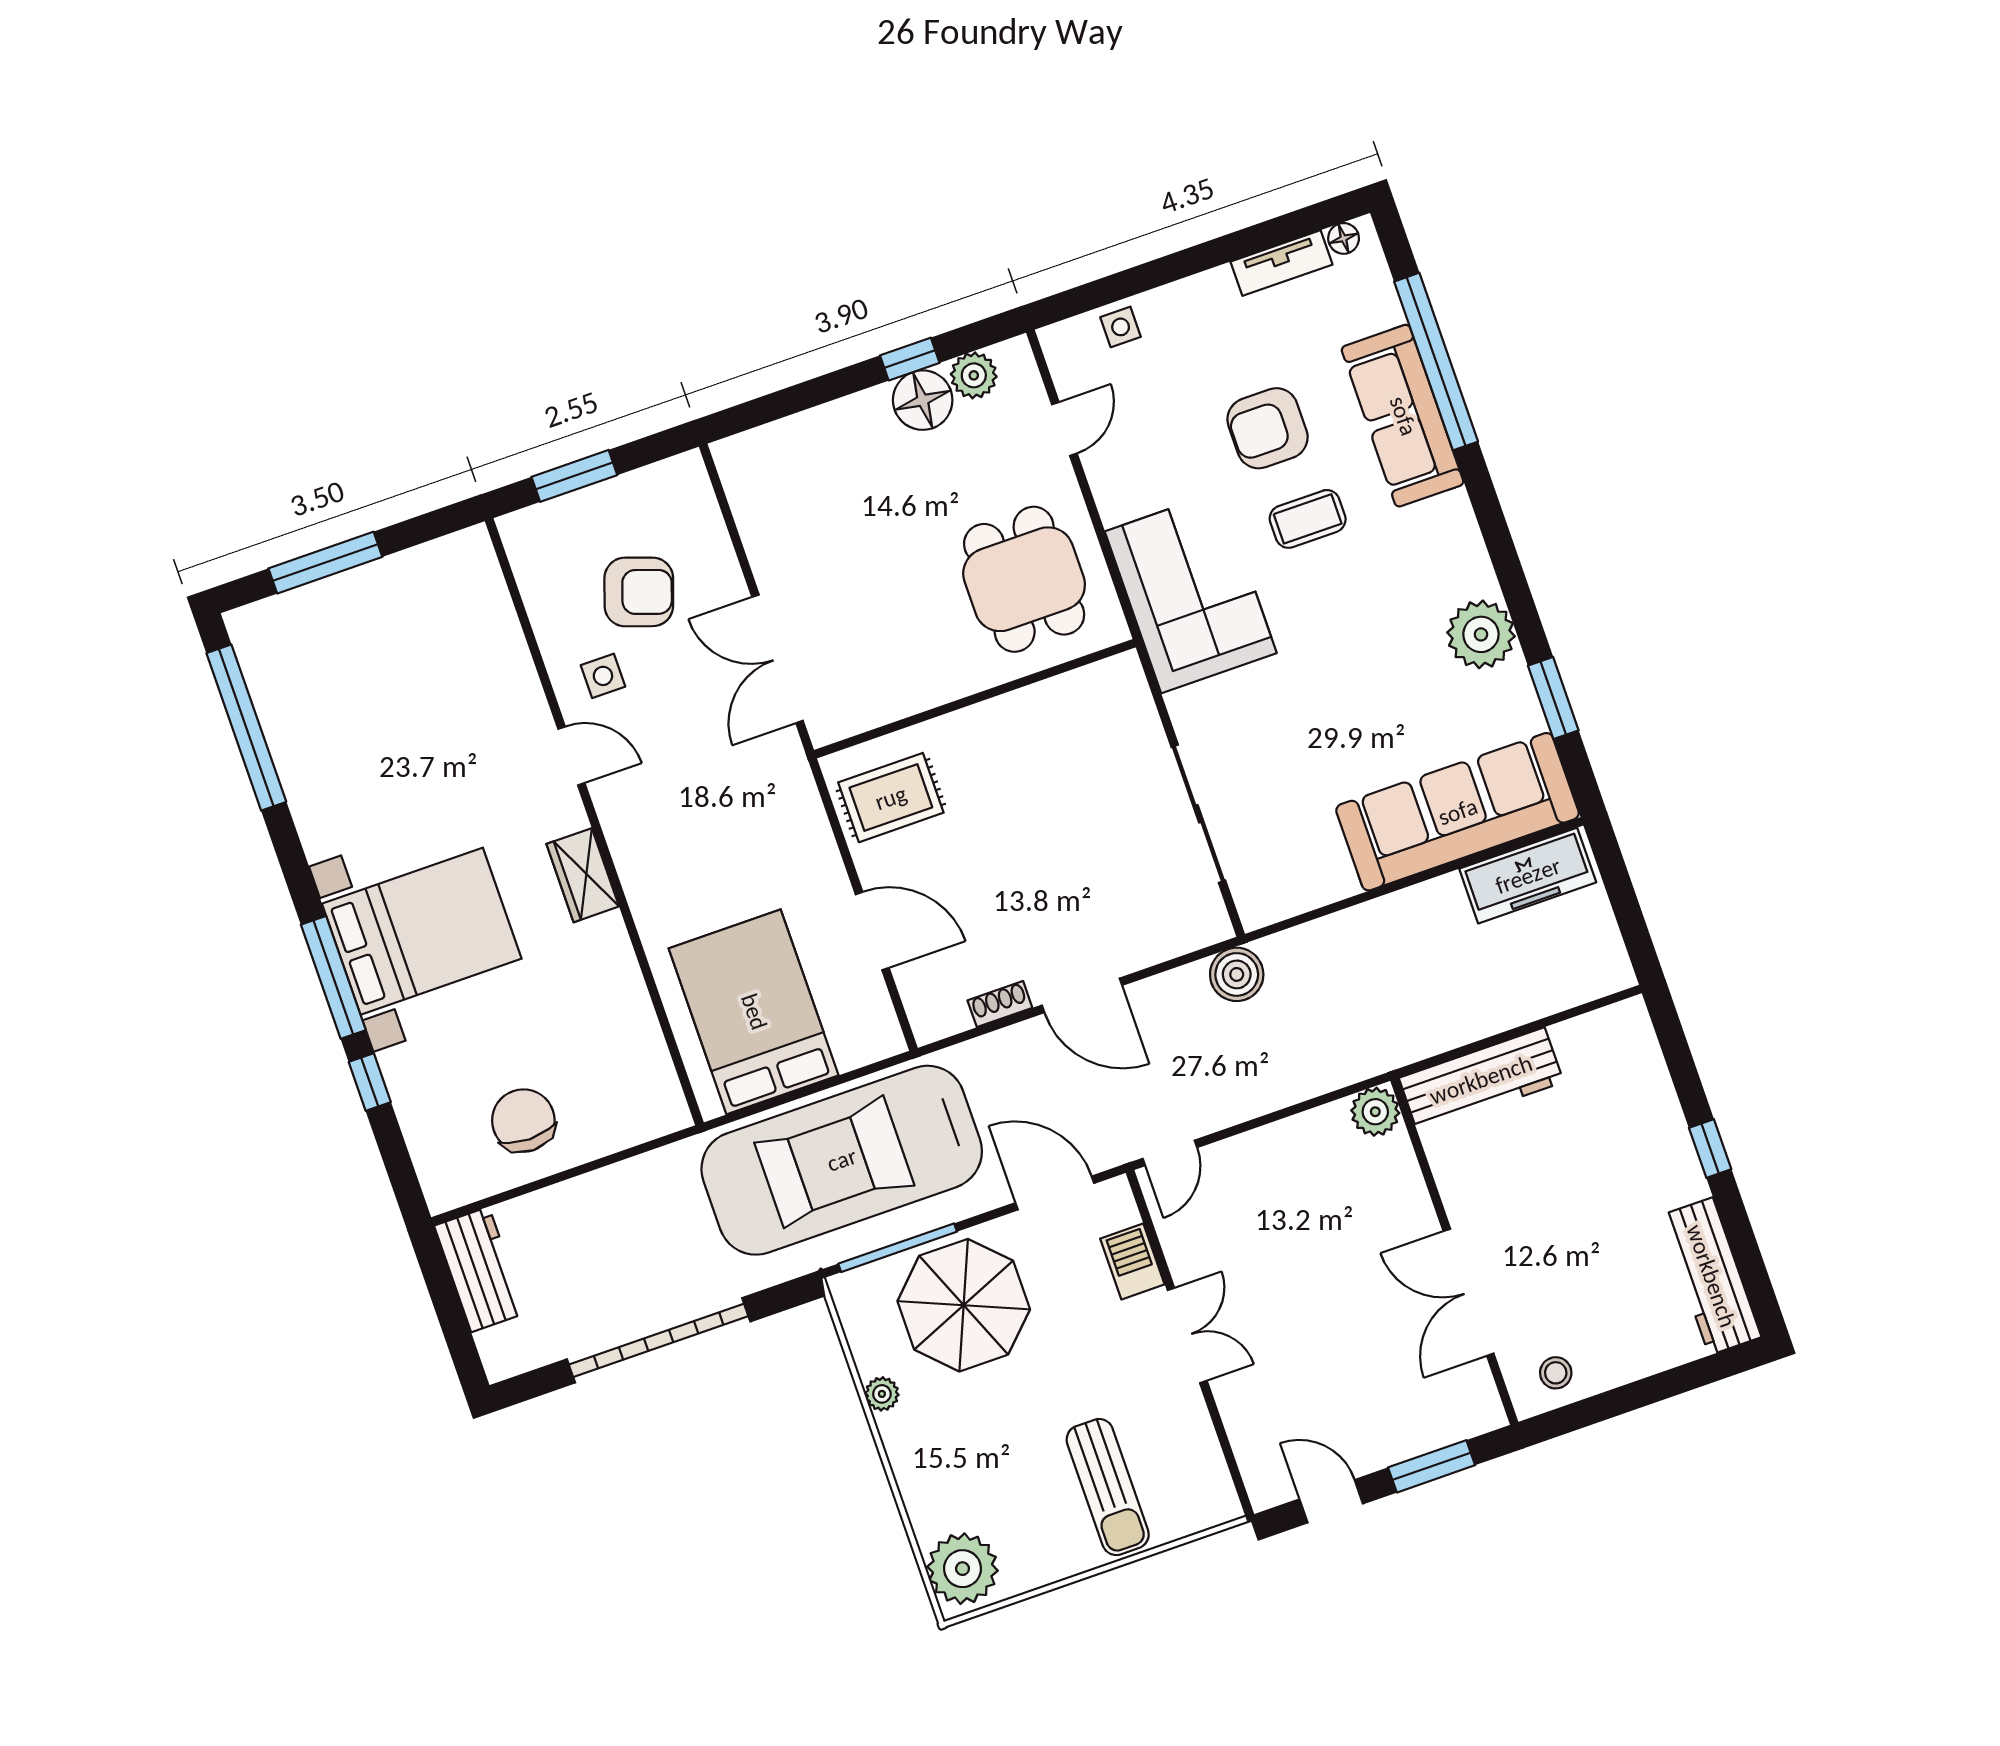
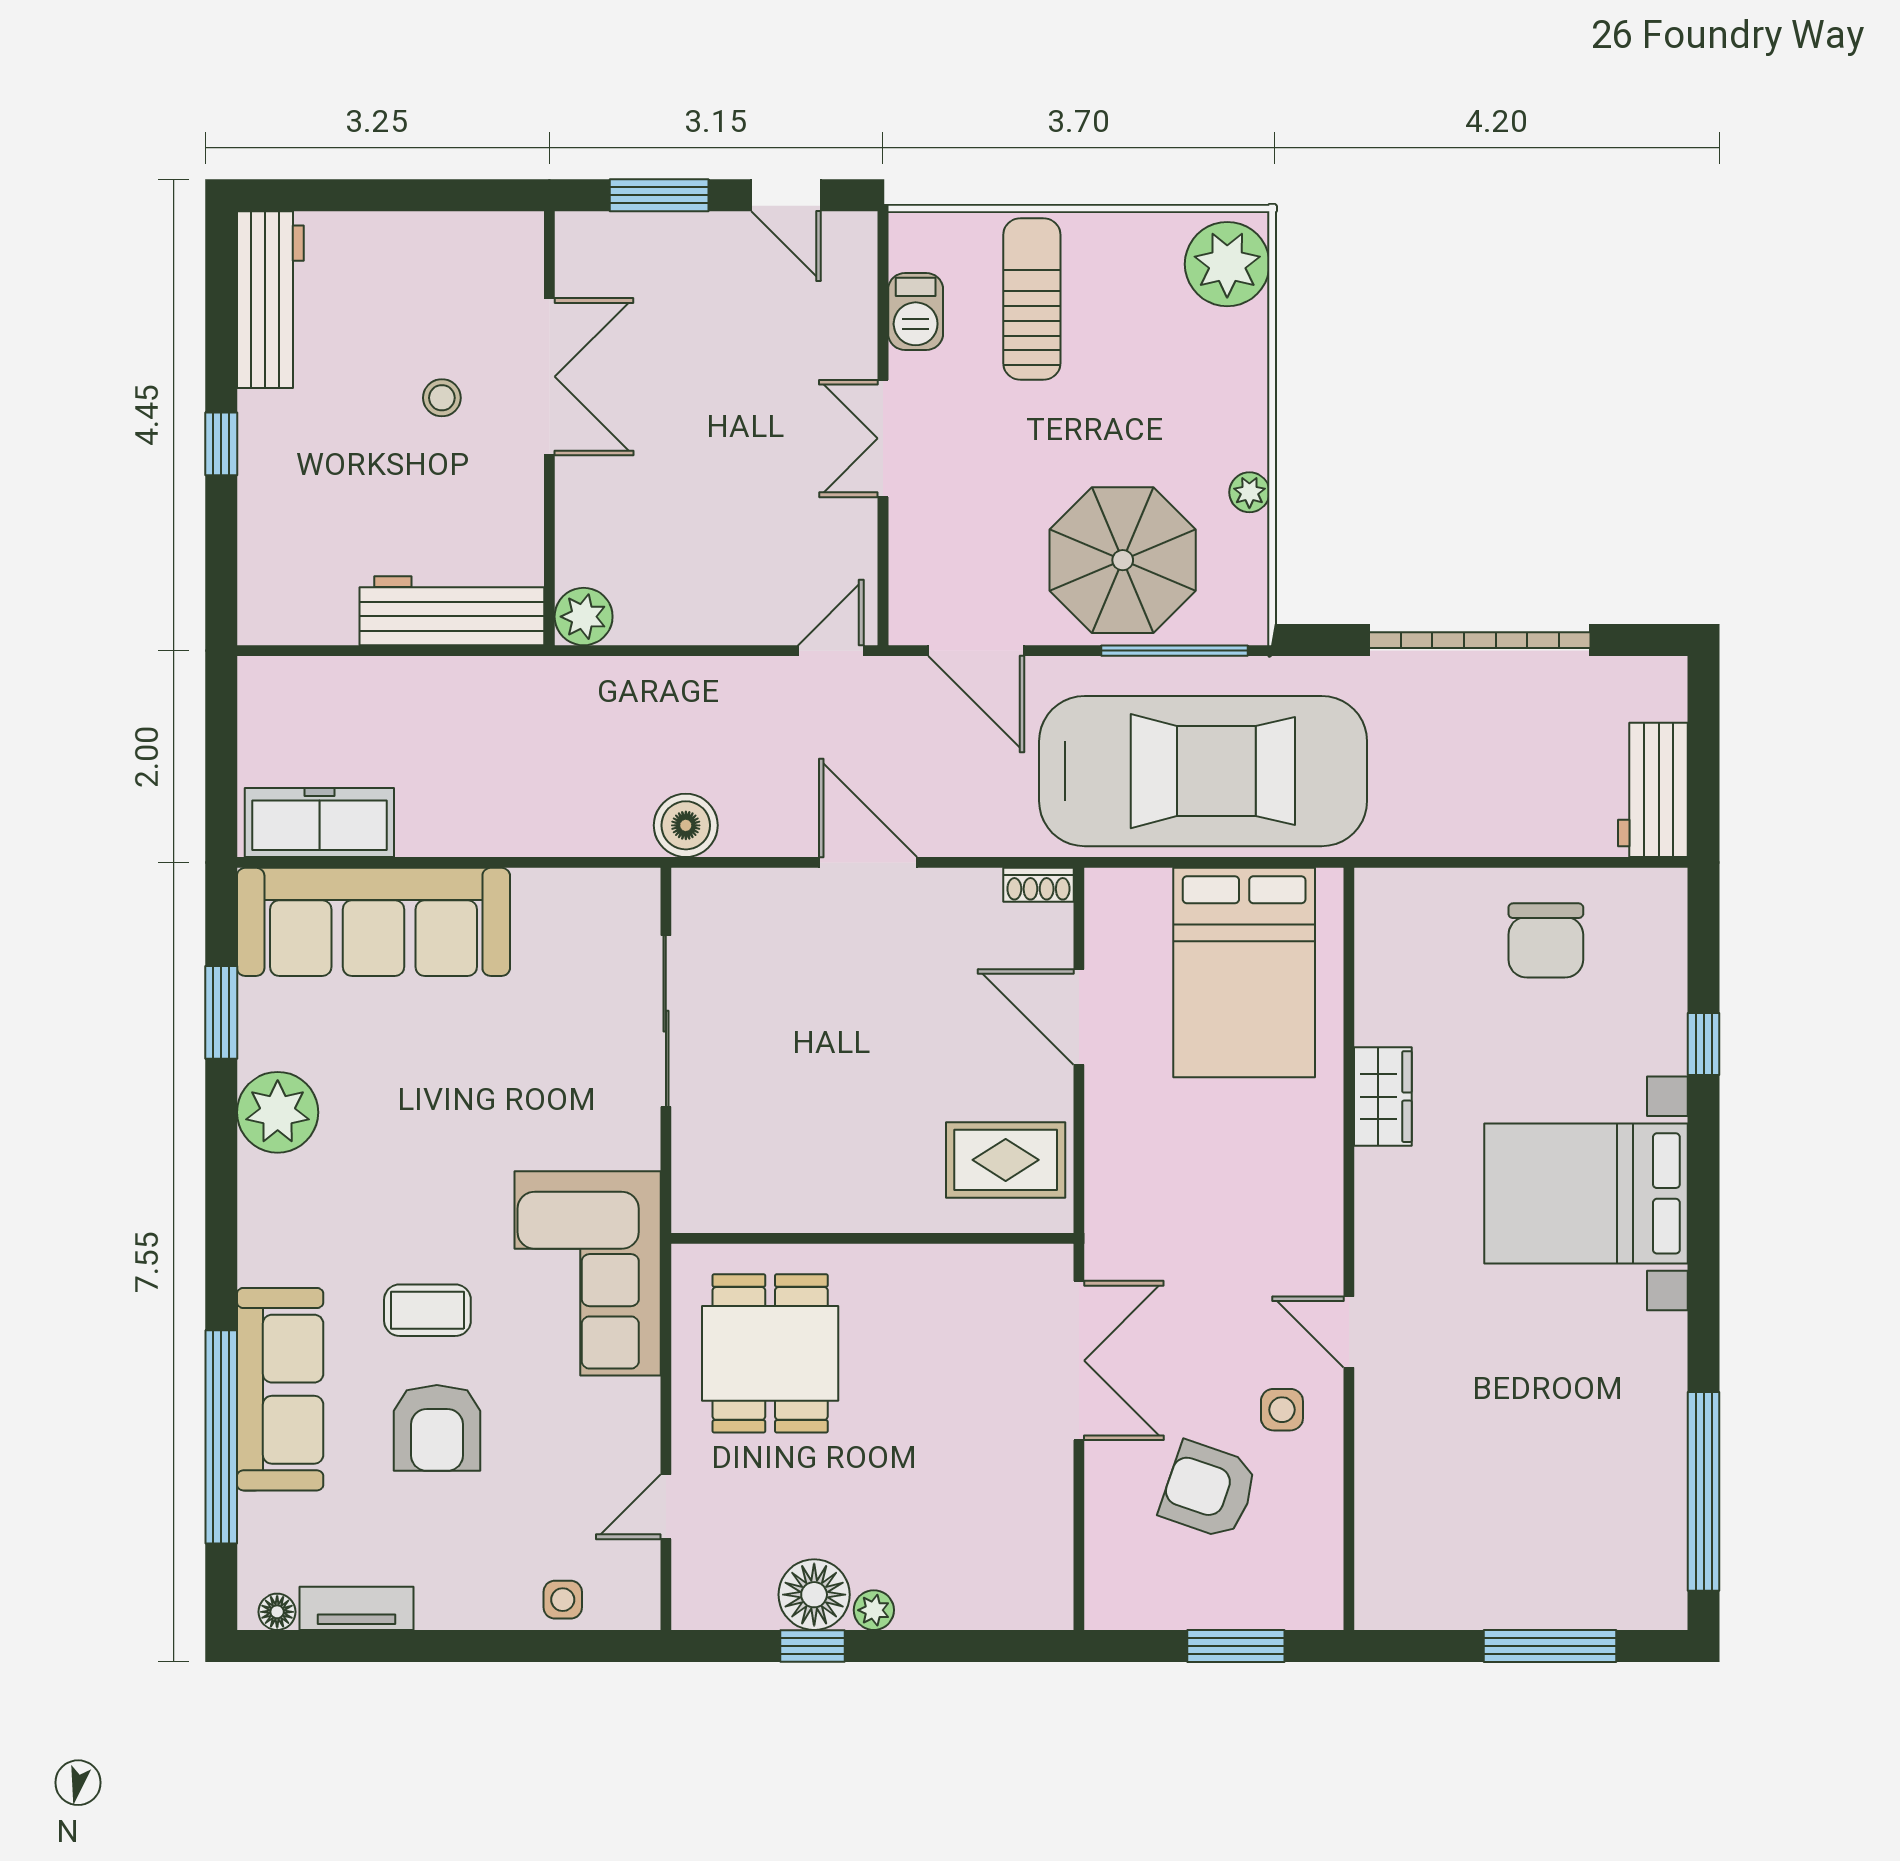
plant: (974, 375) -> (874, 1610), moved, width x0.73, depth x0.73
armchair: (1268, 428) -> (437, 1428), turned 90
wardrobe: (583, 875) -> (1383, 1097), moved
window: (333, 977) -> (1704, 1176), removed
shoe rack: (1000, 1004) -> (1039, 885), moved
barbecue: (1132, 1261) -> (916, 311), moved
stool: (1556, 1373) -> (442, 398), moved

